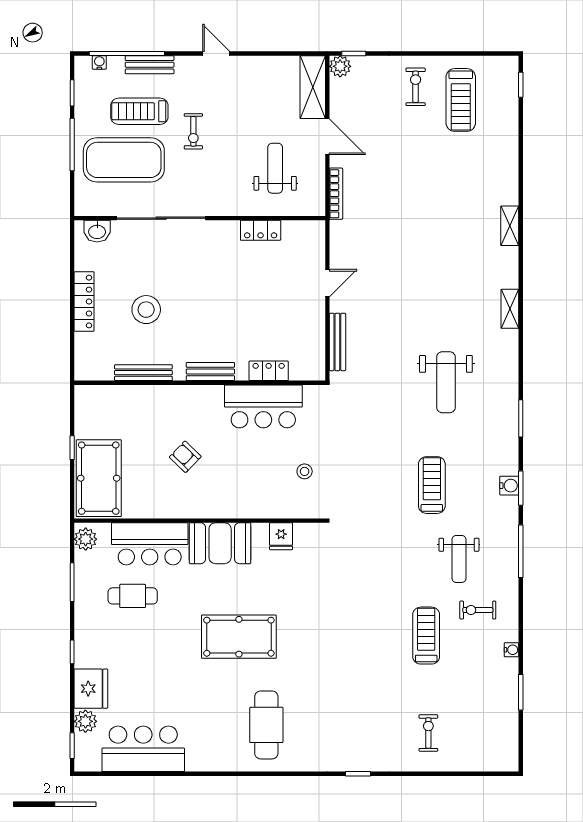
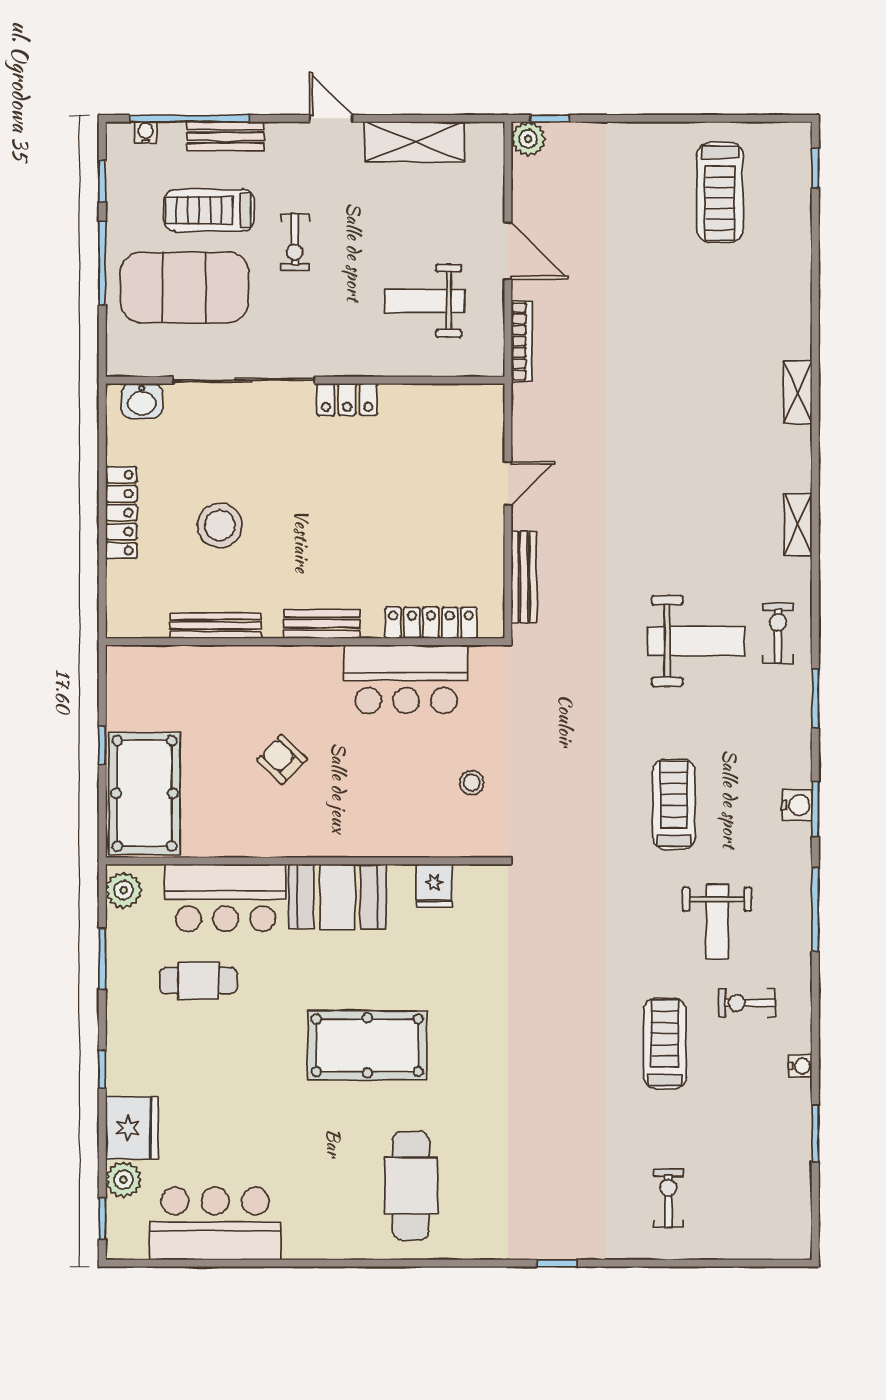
shelving: (313, 87) -> (414, 142), moved, turned 90
exercise bike: (416, 87) -> (778, 633), moved
weight bench: (275, 168) -> (425, 301), turned -90
locker: (261, 230) -> (347, 399), moved
locker: (269, 371) -> (431, 623), width x1.53
weight bench: (446, 382) -> (696, 641), turned -90

